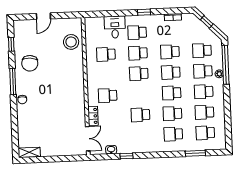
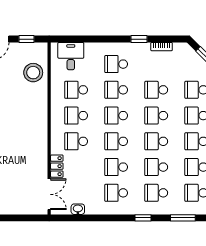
window: (144, 12) -> (139, 39), moved
window: (65, 15) -> (27, 39), added
desk: (115, 27) -> (71, 56), moved
school desk: (107, 75) -> (76, 116), added
school desk: (140, 94) -> (116, 141), added
school desk: (141, 135) -> (116, 193), added
window: (126, 156) -> (143, 218), moved

